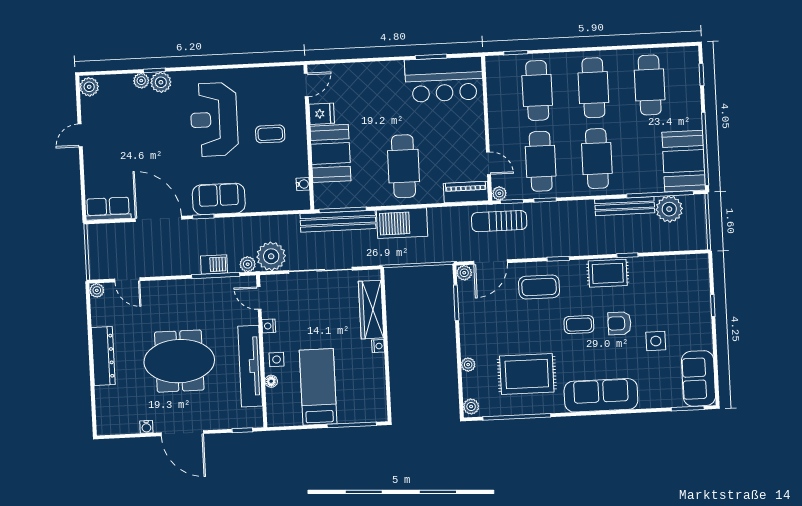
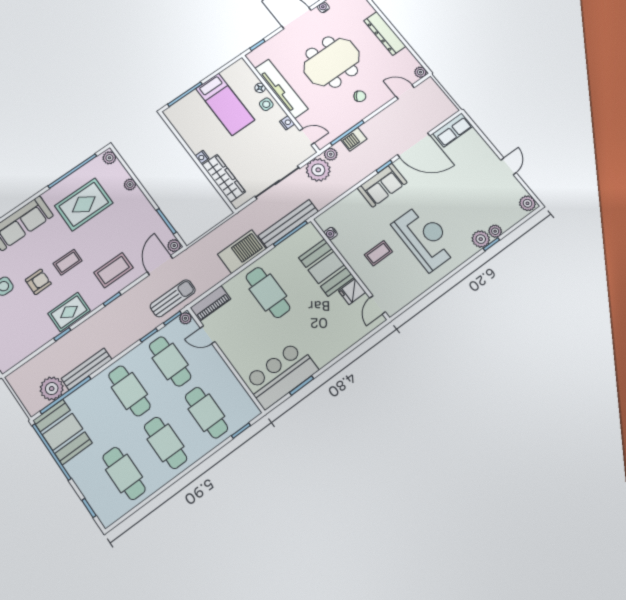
chair: (176, 305) -> (360, 96), added

